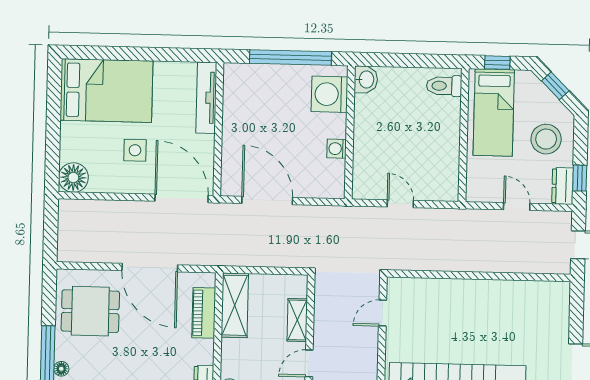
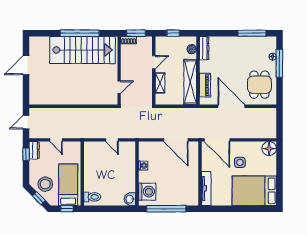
stool: (546, 139) -> (45, 184), moved
shelving: (235, 305) -> (190, 82), width x1.47
dining table: (90, 311) -> (259, 85), turned 90

